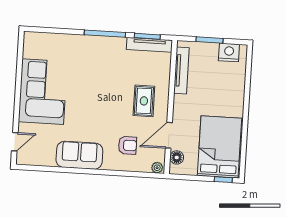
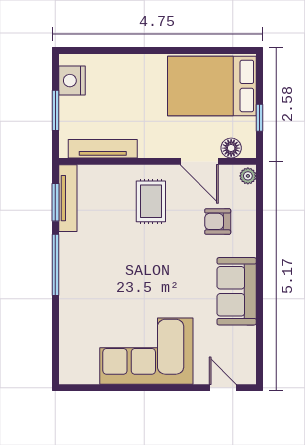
rug: (144, 101) -> (151, 201), turned 90
armchair: (127, 145) -> (218, 221), turned -90
window: (223, 180) -> (259, 118), moved

